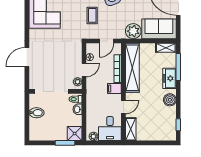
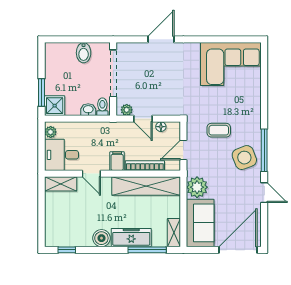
door: (106, 41) -> (183, 150), hinge flipped
door: (27, 57) -> (161, 39), hinge flipped
freezer: (169, 78) -> (131, 238), width x1.40

